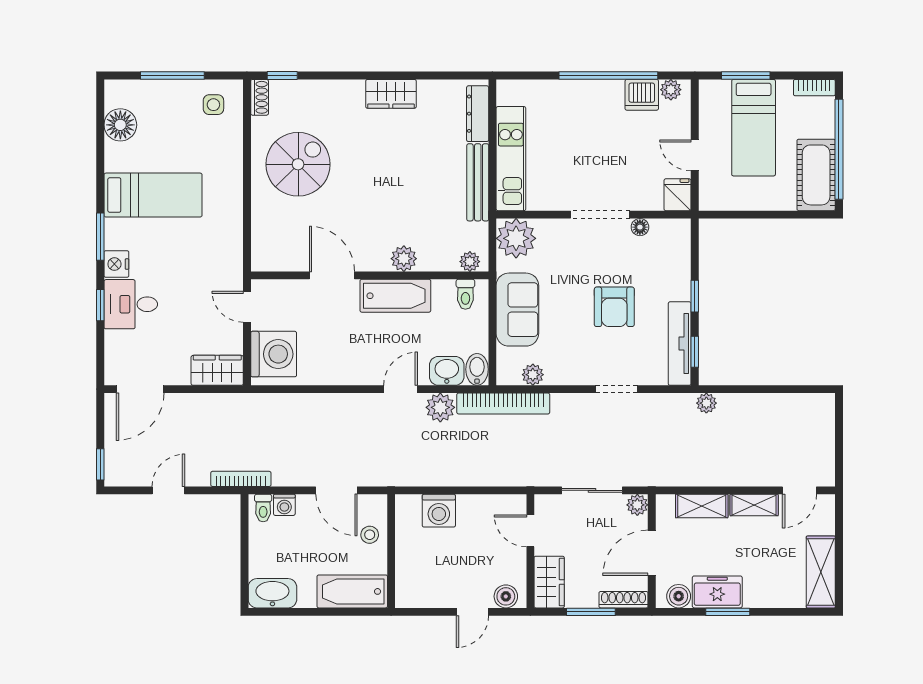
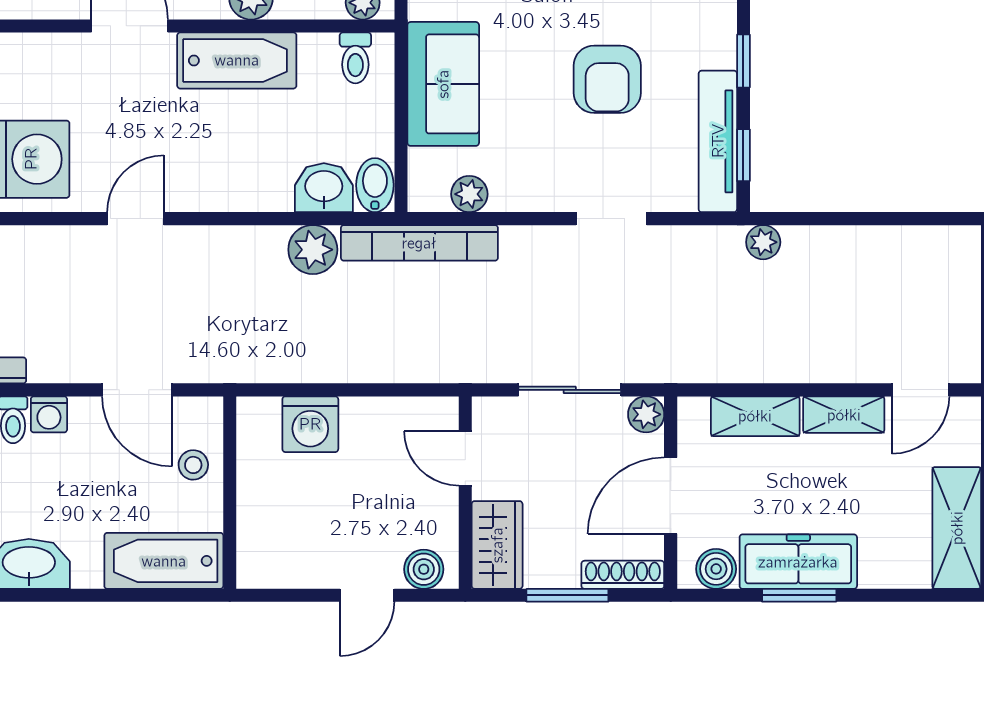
door: (401, 389) -> (135, 219), moved
freezer: (717, 592) -> (798, 562), width x1.40

